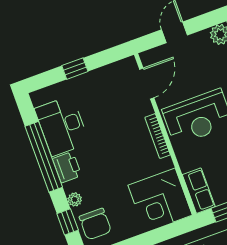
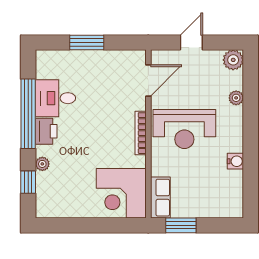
window: (75, 69) -> (87, 42), width x1.50
desk: (62, 126) -> (55, 98), width x0.73
chair: (95, 224) -> (53, 194), removed

